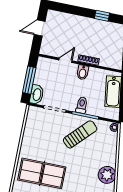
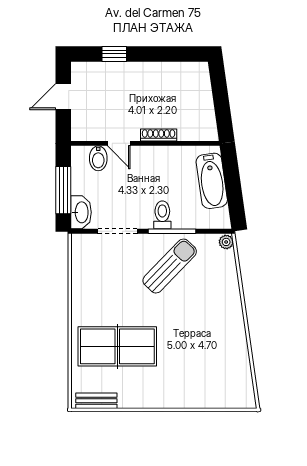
window: (102, 16) -> (114, 54), moved
door: (65, 60) -> (119, 143), swing flipped
bidet: (83, 72) -> (98, 158), moved
plant: (107, 175) -> (230, 326), removed

